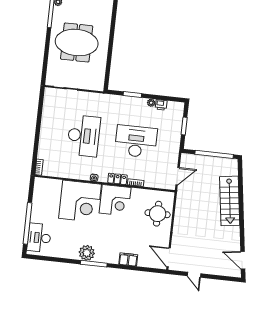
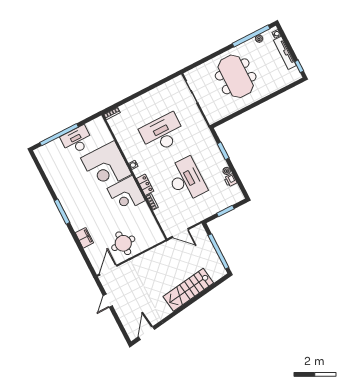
desk: (84, 136) -> (162, 133), turned 180
round table: (158, 214) -> (123, 243), moved
desk: (39, 238) -> (77, 140), moved
plant: (87, 253) -> (67, 200), removed

